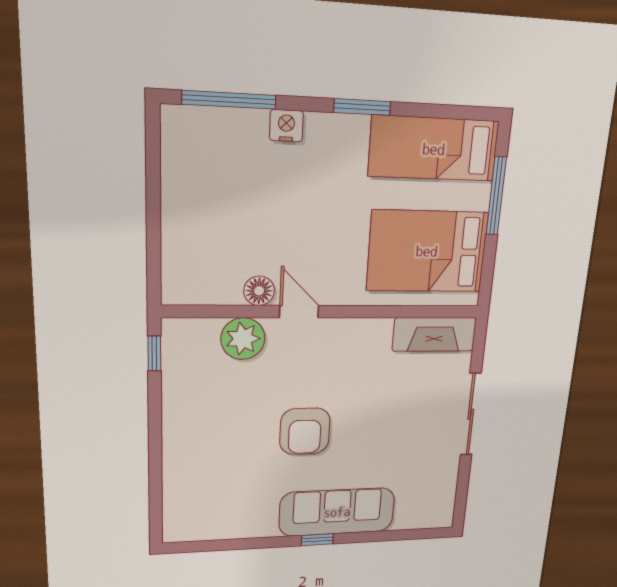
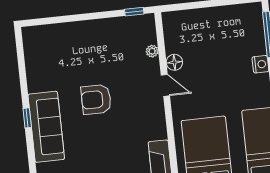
door: (299, 312) -> (165, 85), hinge flipped
plant: (243, 339) -> (152, 51), width x0.53, depth x0.53

